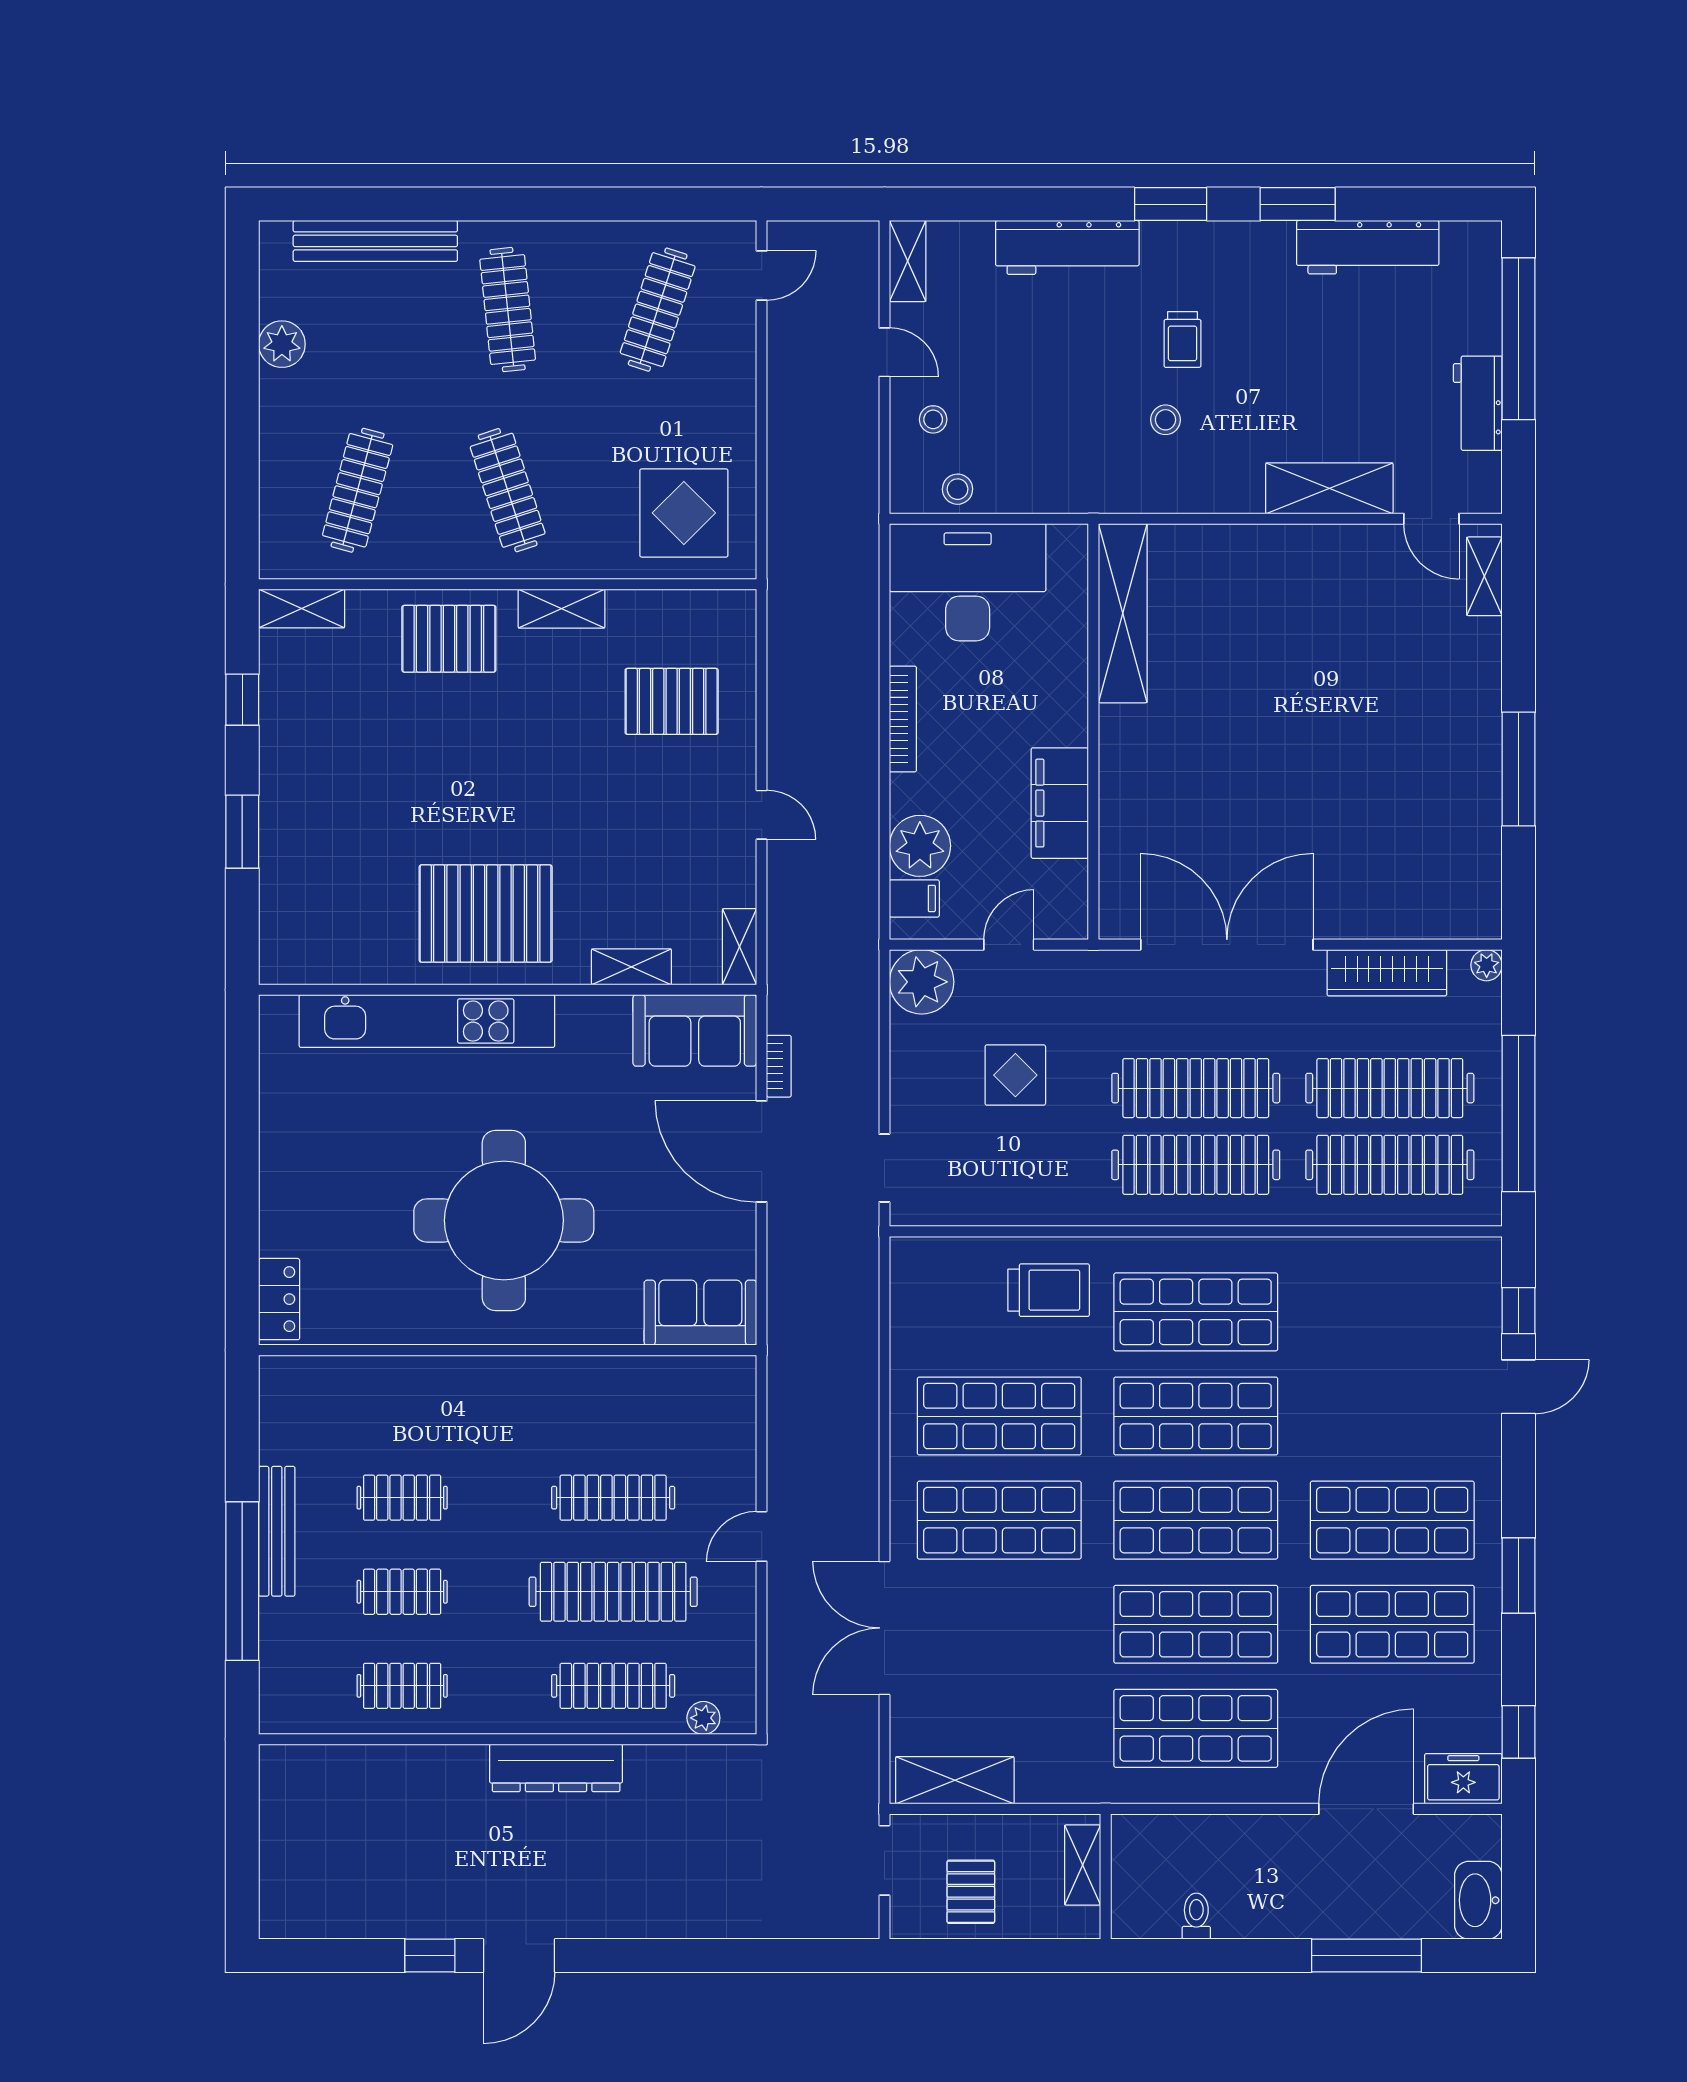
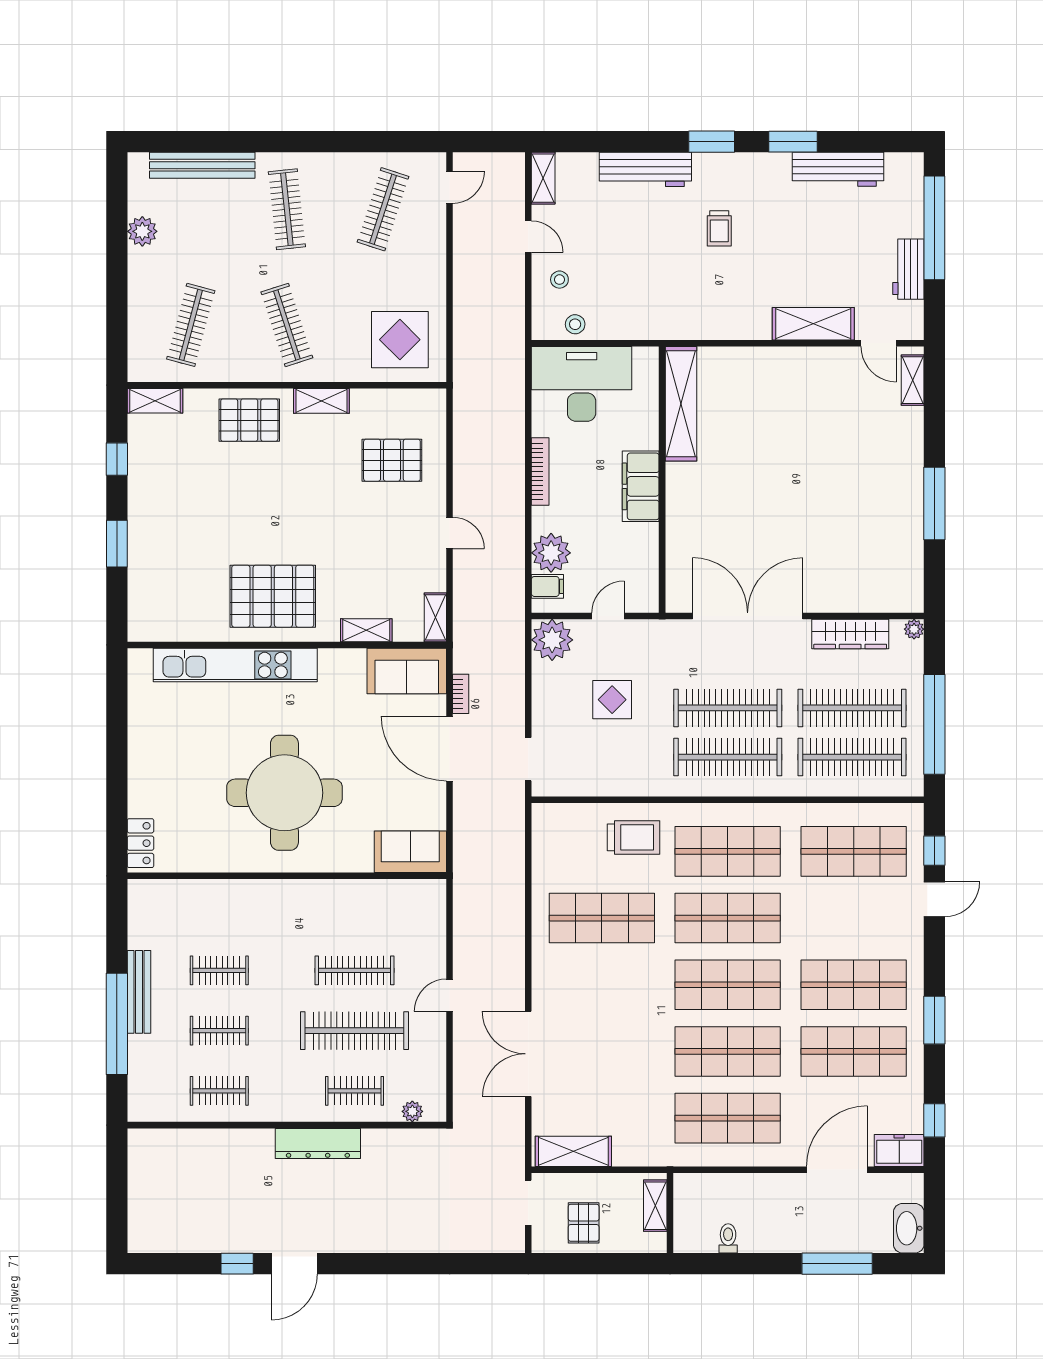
stool: (1165, 420) -> (708, 280), removed
filing cabinet: (1060, 803) -> (641, 486), moved
shop shelf: (999, 1520) -> (854, 851), moved
clothes rail: (613, 1686) -> (354, 1091), width x0.73

